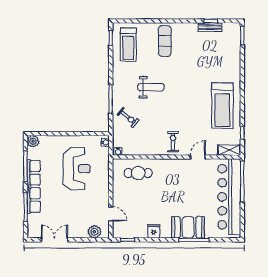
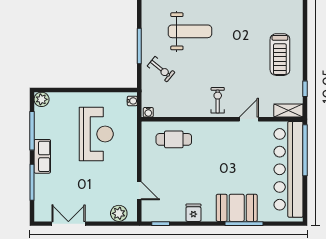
weight bench: (151, 87) -> (190, 31), width x1.36, depth x1.33
treadmill: (222, 106) -> (280, 55), width x0.73, depth x0.73
row of seats: (34, 186) -> (42, 156), width x0.50

